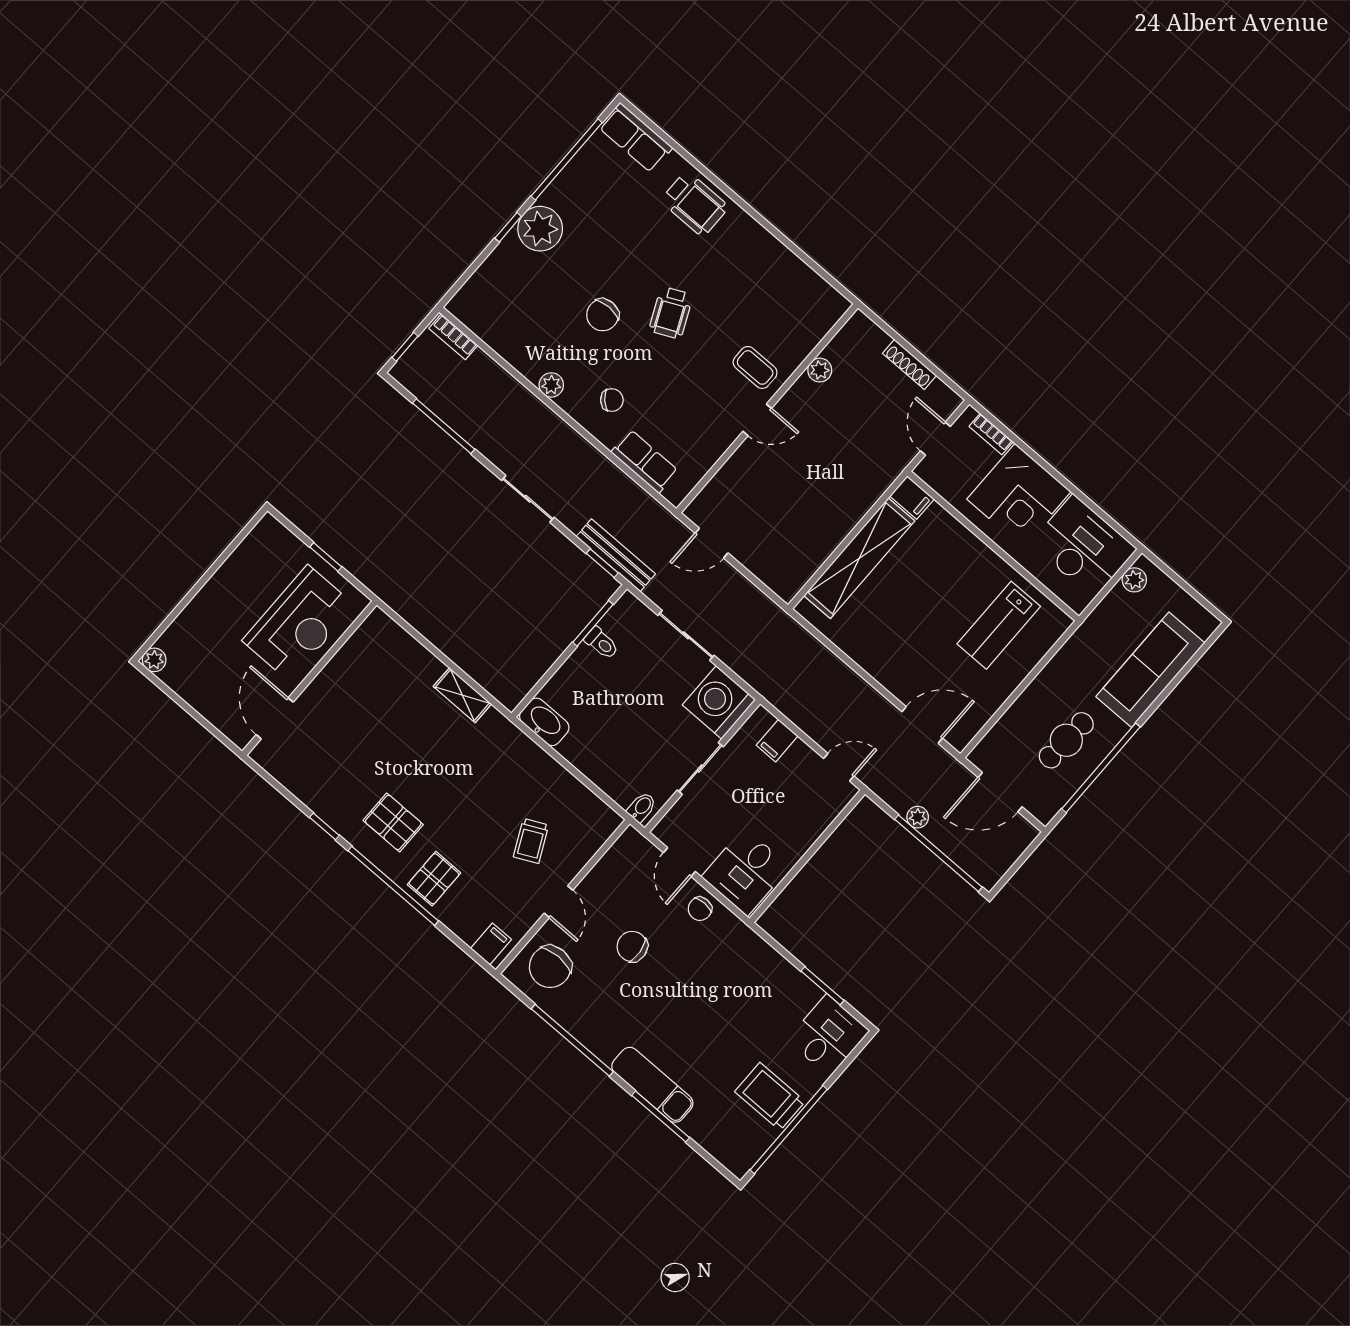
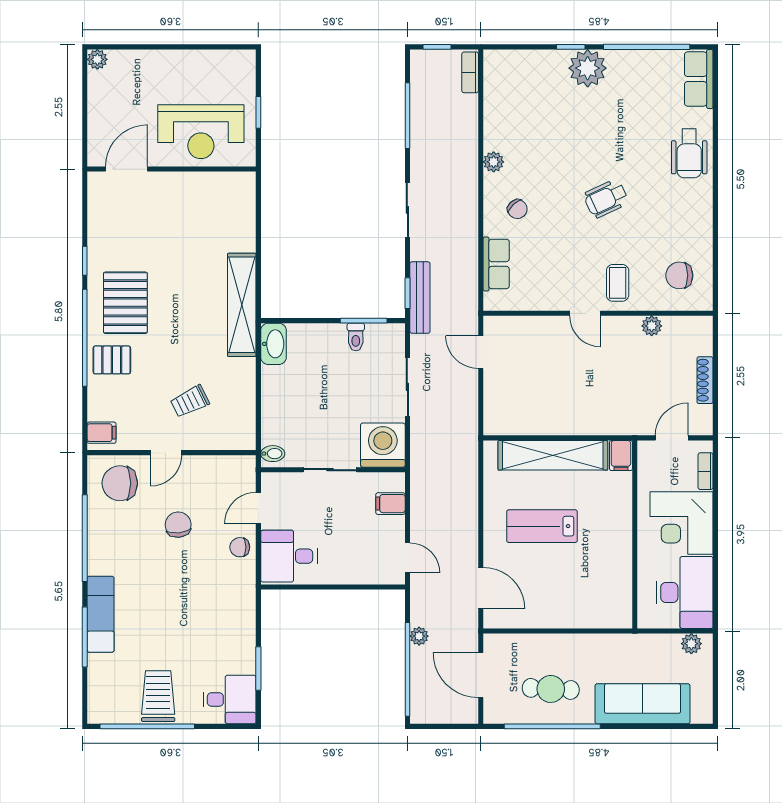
chair: (603, 315) -> (679, 275), moved
lab bench: (999, 625) -> (542, 526), moved
shelving: (462, 695) -> (242, 305), width x2.20, depth x1.33
pallet: (393, 822) -> (125, 303), width x1.50, depth x1.42

